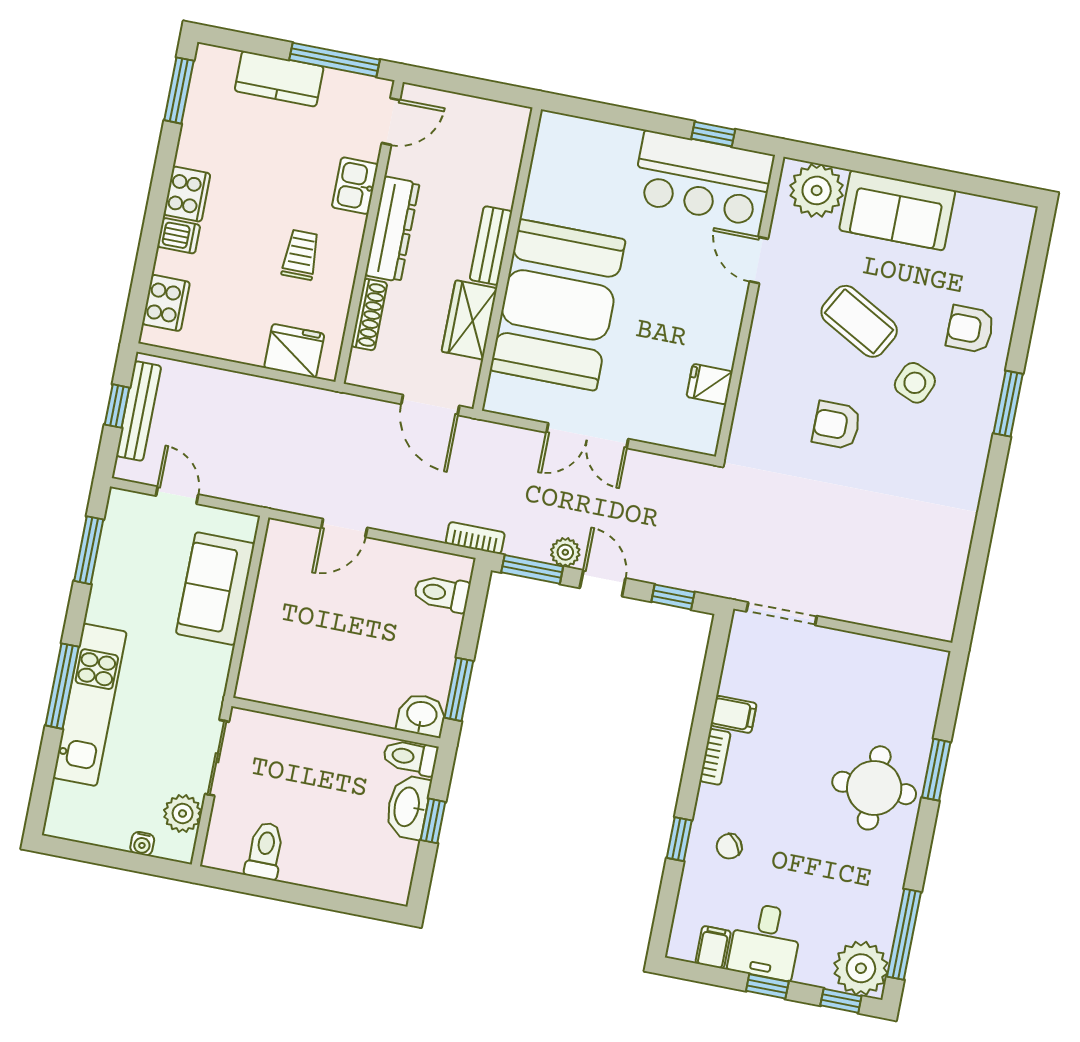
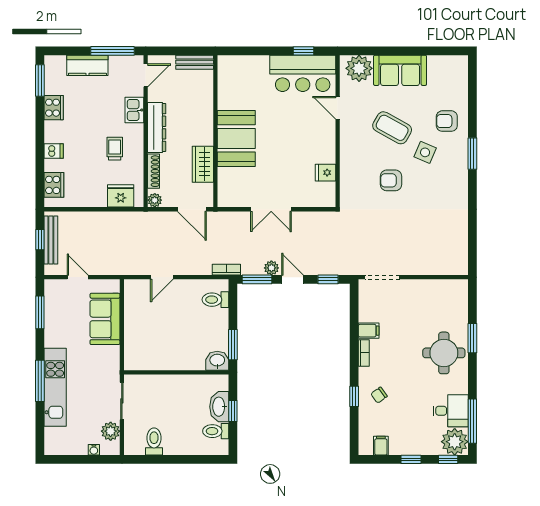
cooker: (187, 194) -> (54, 108), moved
bench: (491, 246) -> (195, 62), moved, turned 90
booth: (558, 305) -> (236, 138), width x0.73, depth x0.70
plant: (360, 373) -> (155, 200), added
toilet: (410, 757) -> (216, 431), moved
desk: (765, 941) -> (451, 411), moved, turned -90

